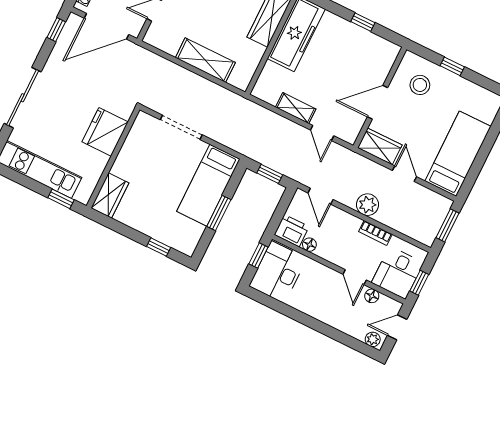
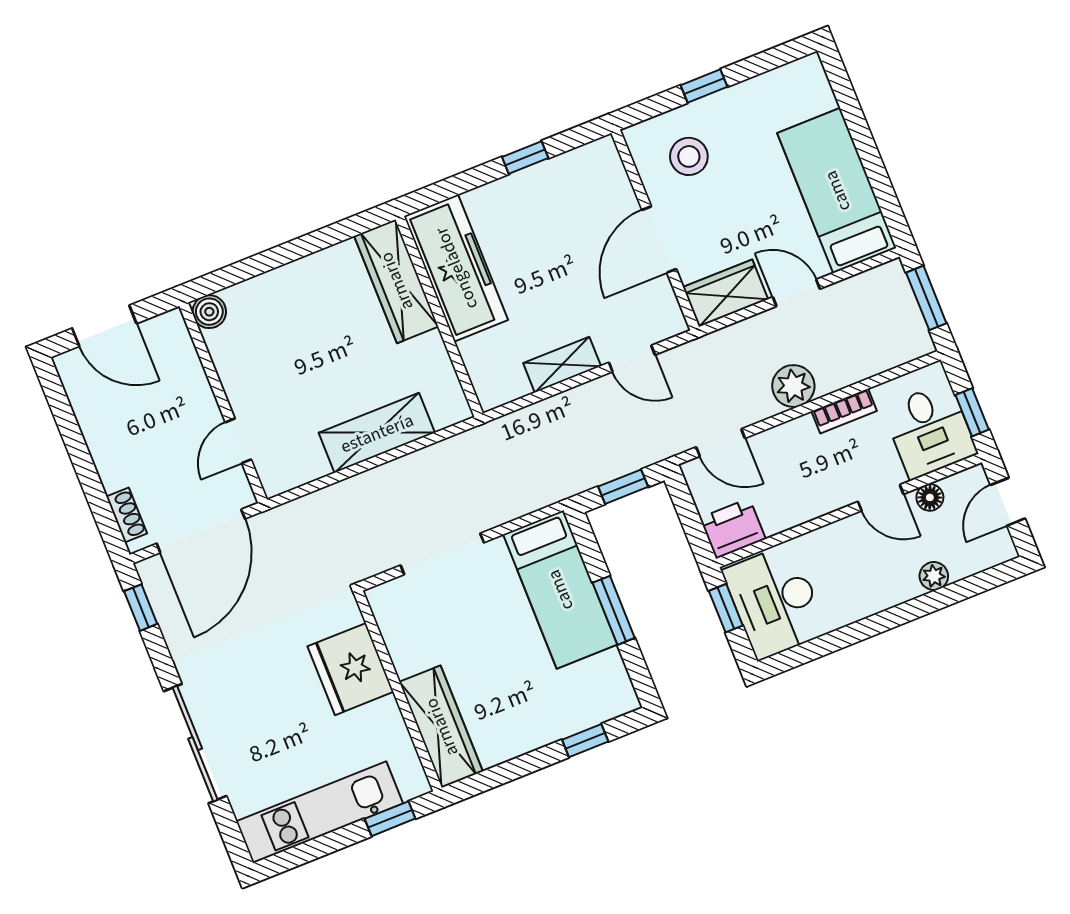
wardrobe: (110, 196) -> (441, 727), width x1.50
floor lamp: (309, 245) -> (776, 521), removed
plant: (373, 339) -> (934, 576), moved

